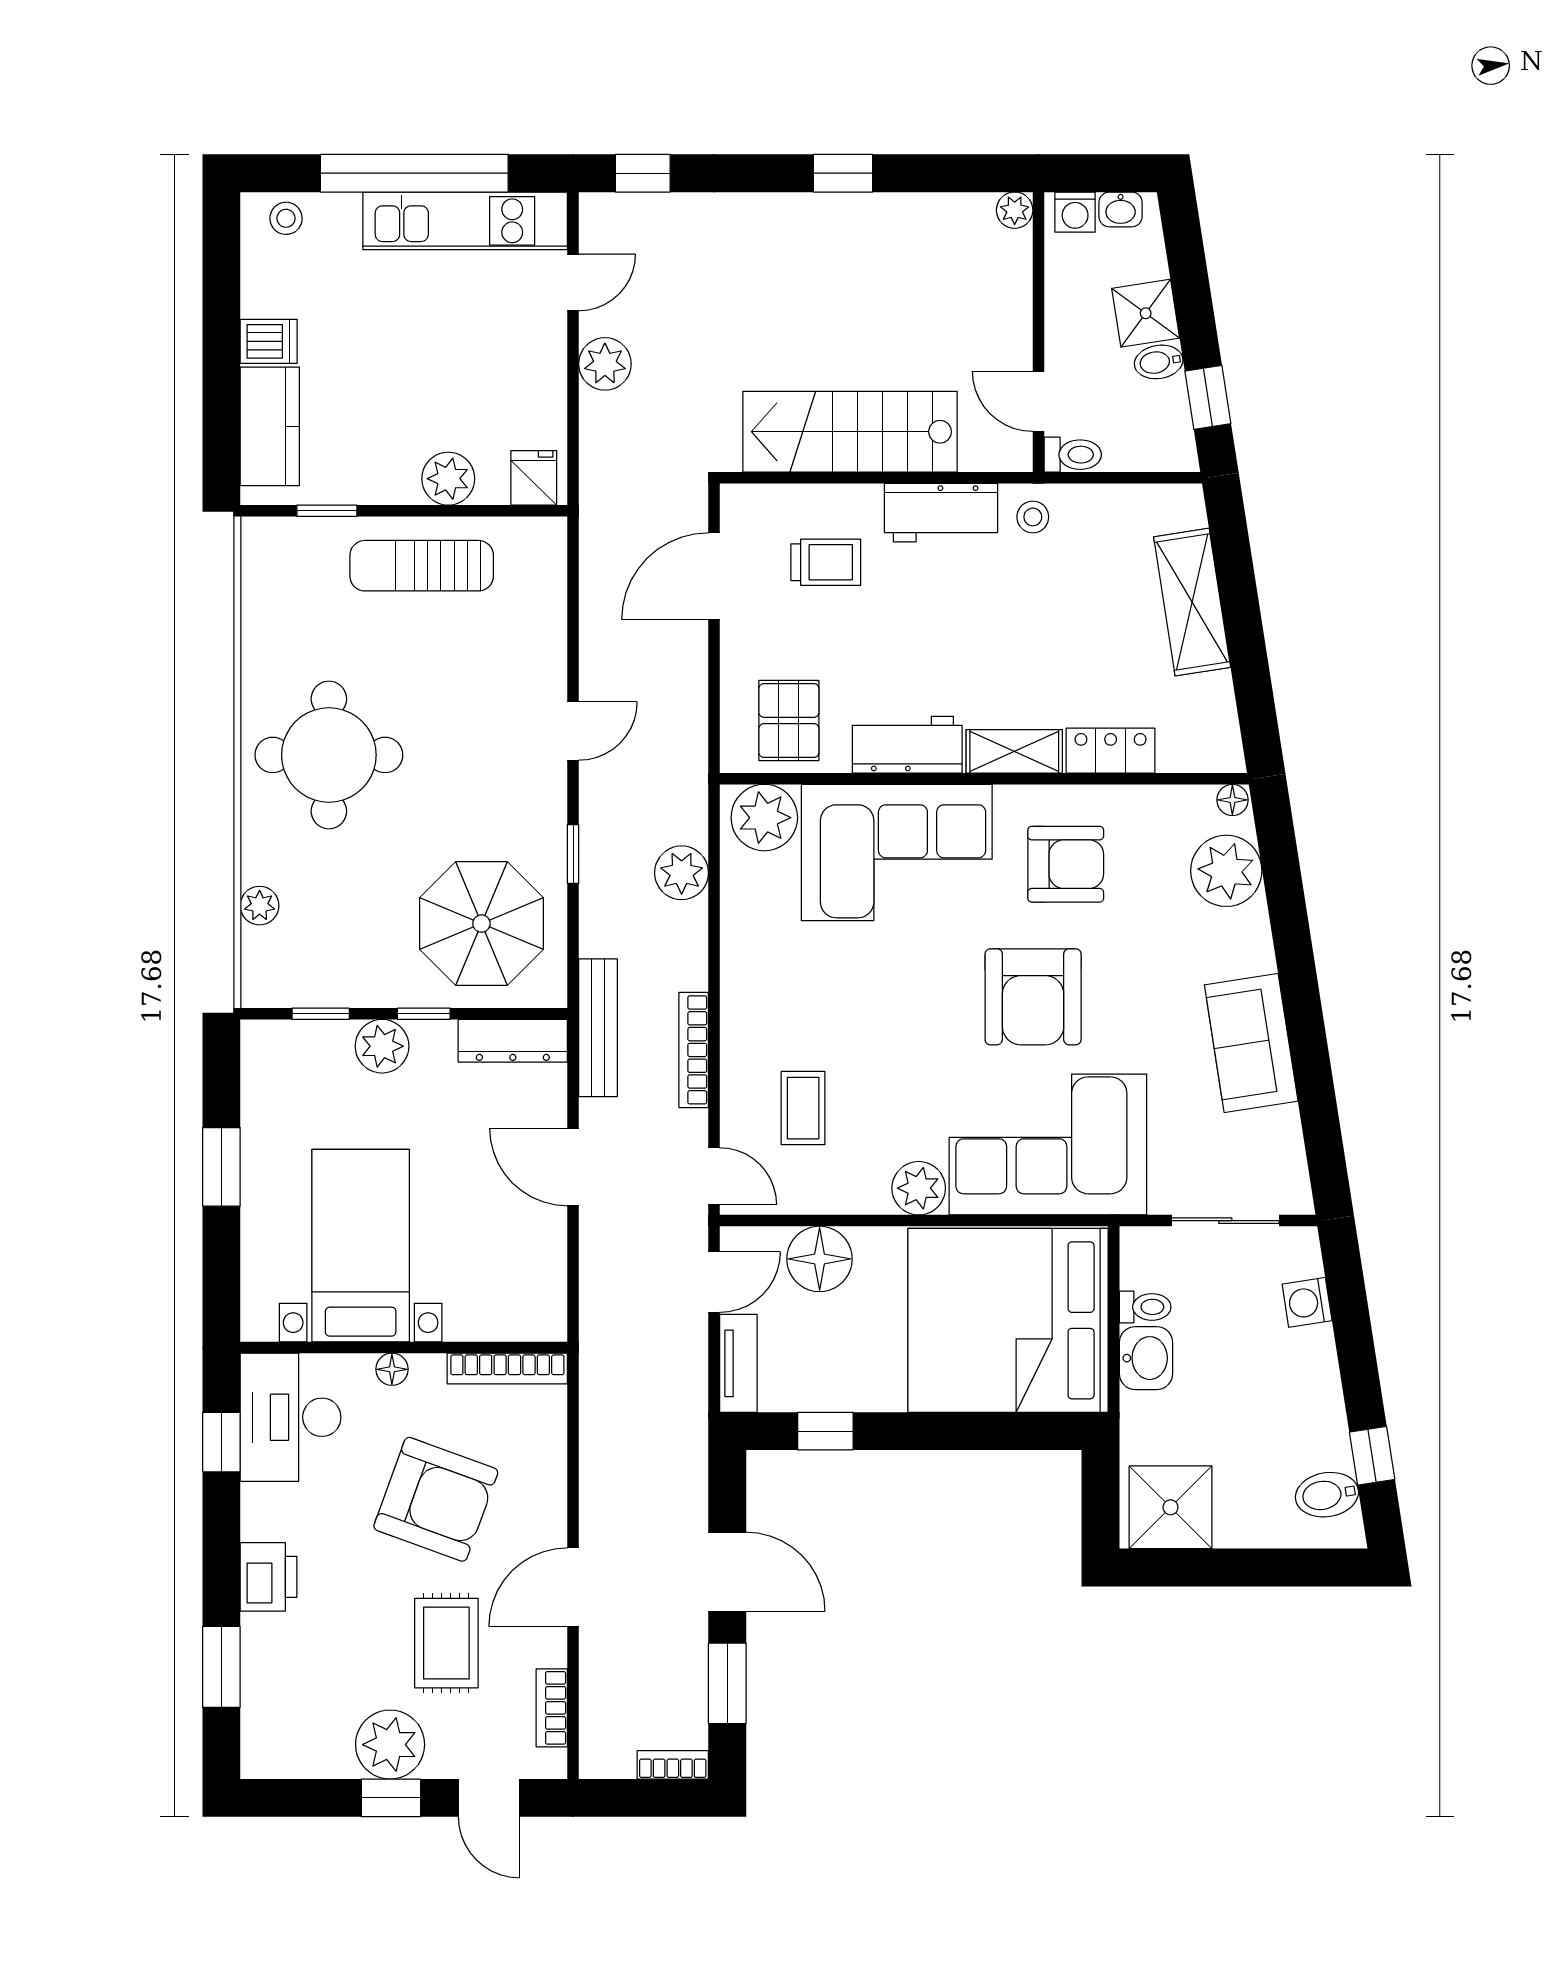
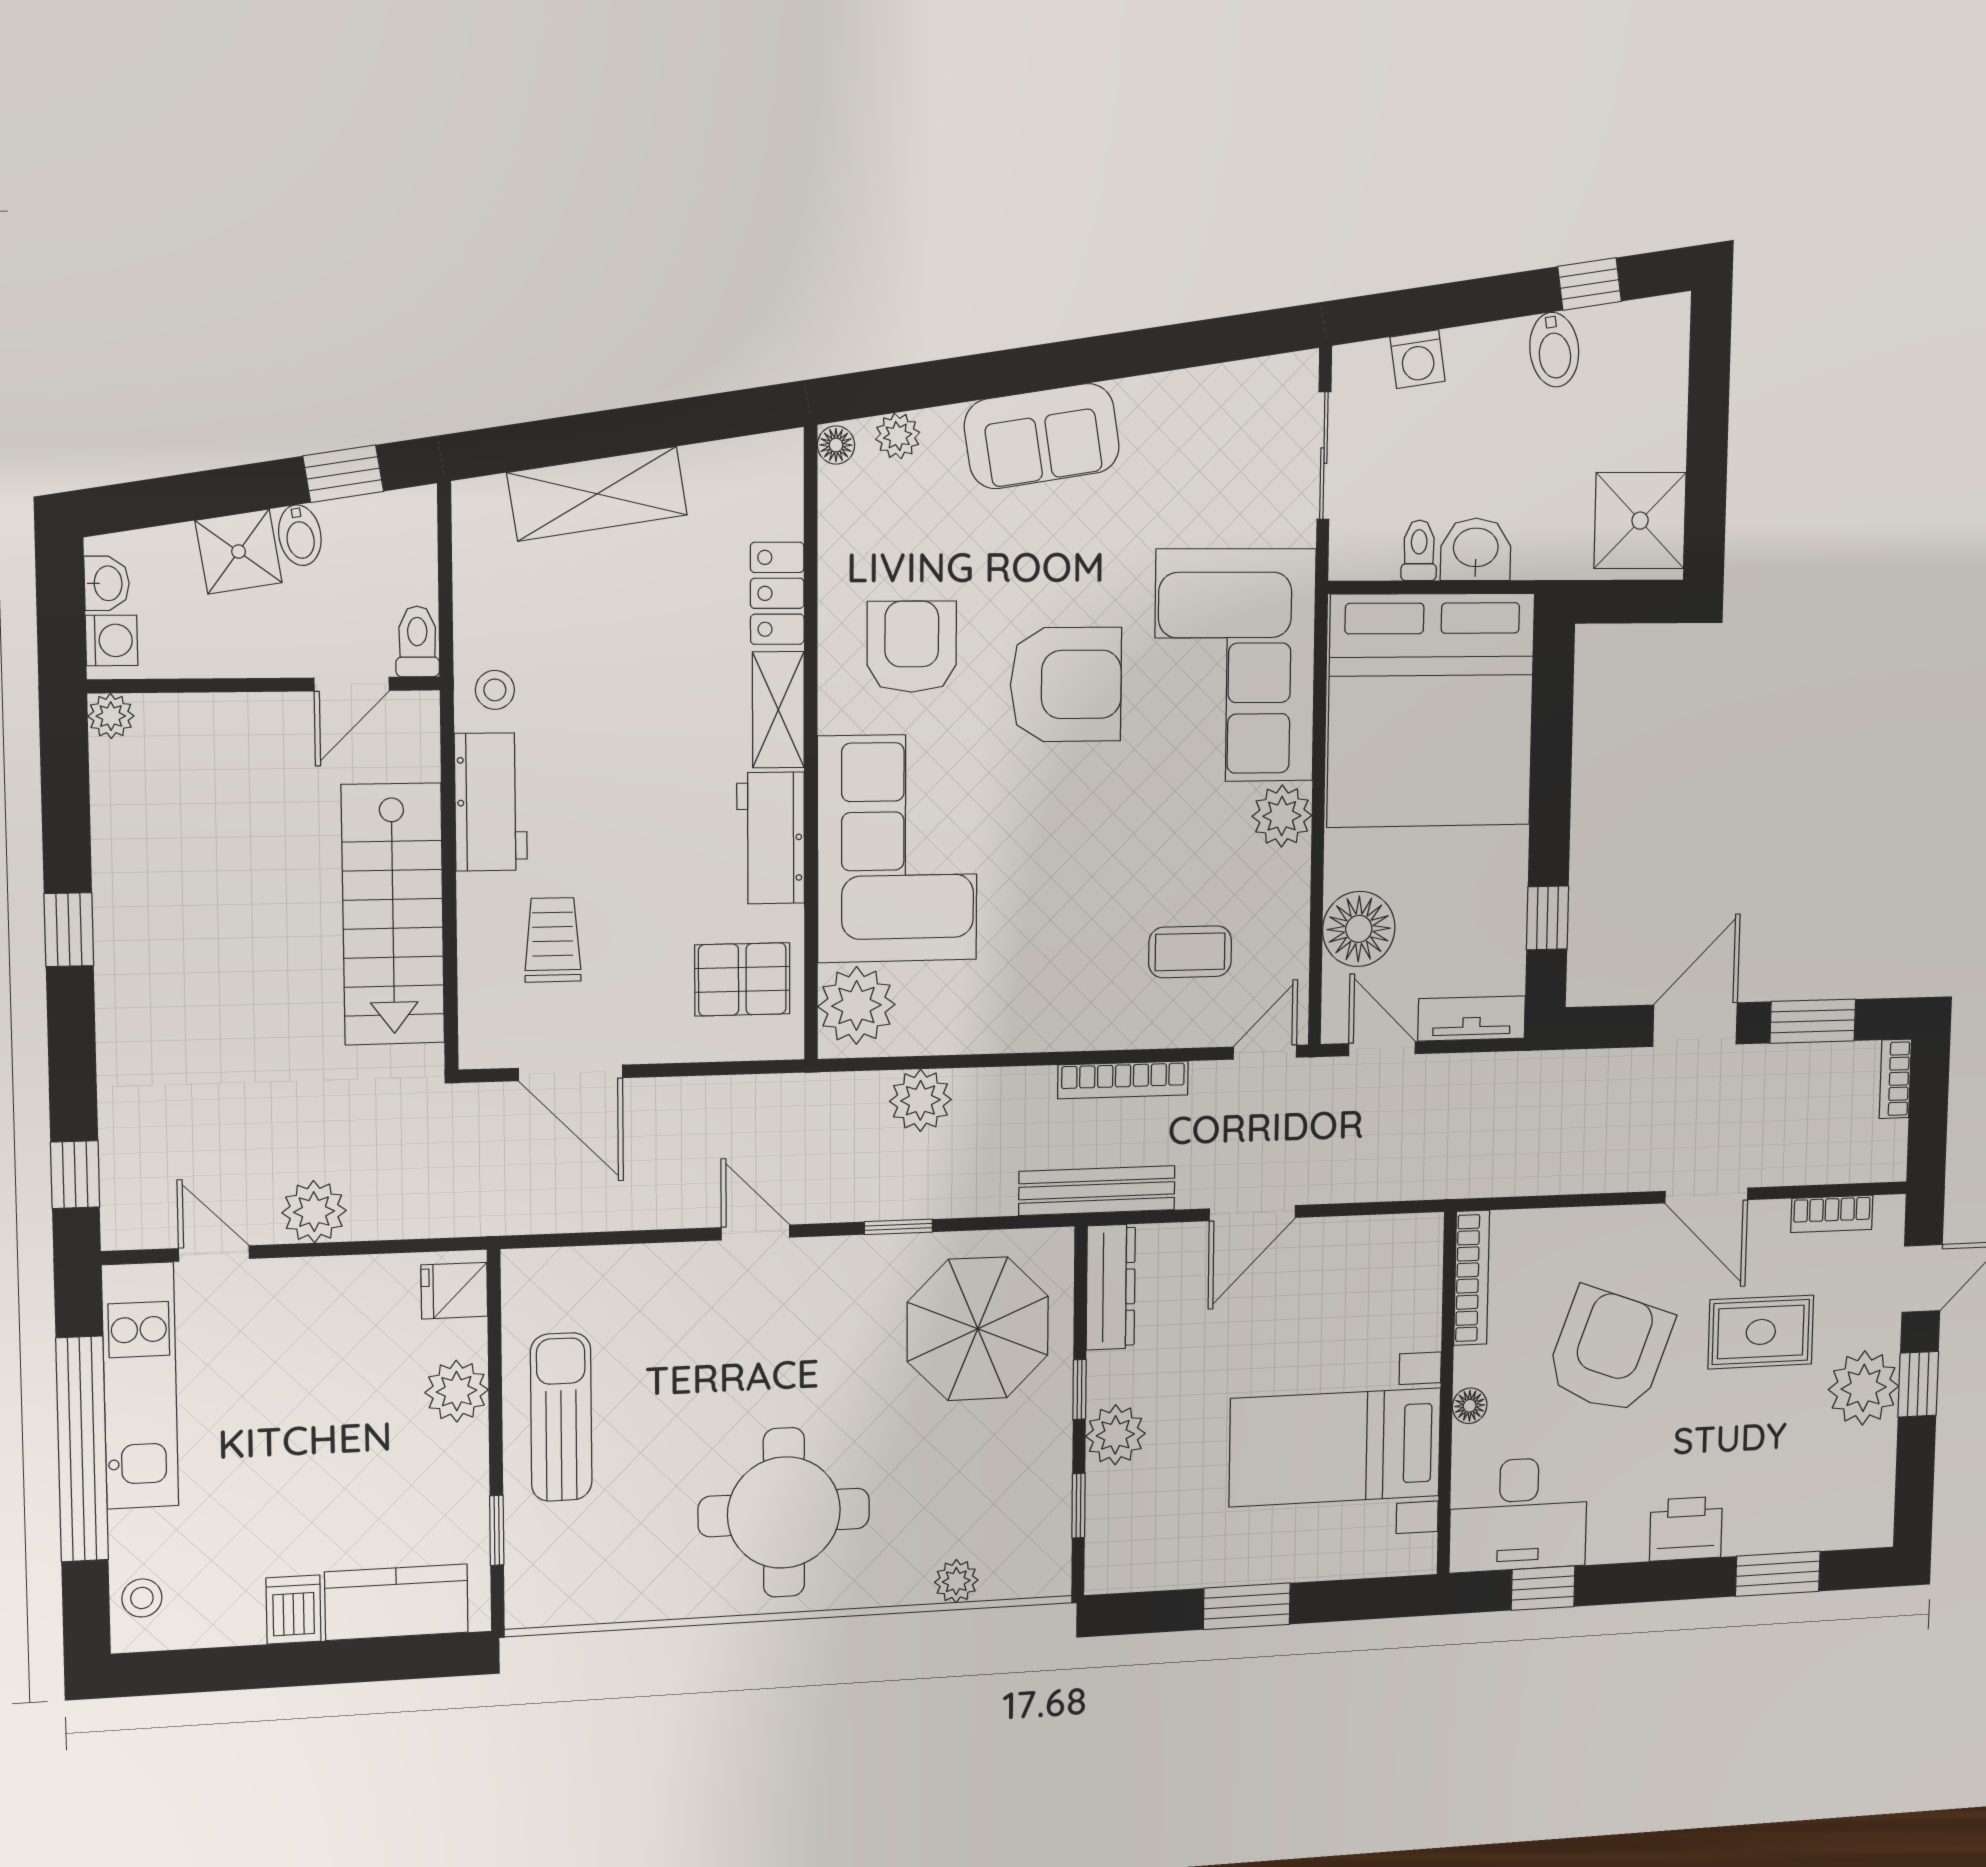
sun lounger: (422, 566) -> (561, 1417), turned 180
plant: (1226, 871) -> (898, 436), width x0.53, depth x0.53
sofa: (1251, 1043) -> (1042, 436), moved
bidet: (1327, 1495) -> (1554, 350), moved

